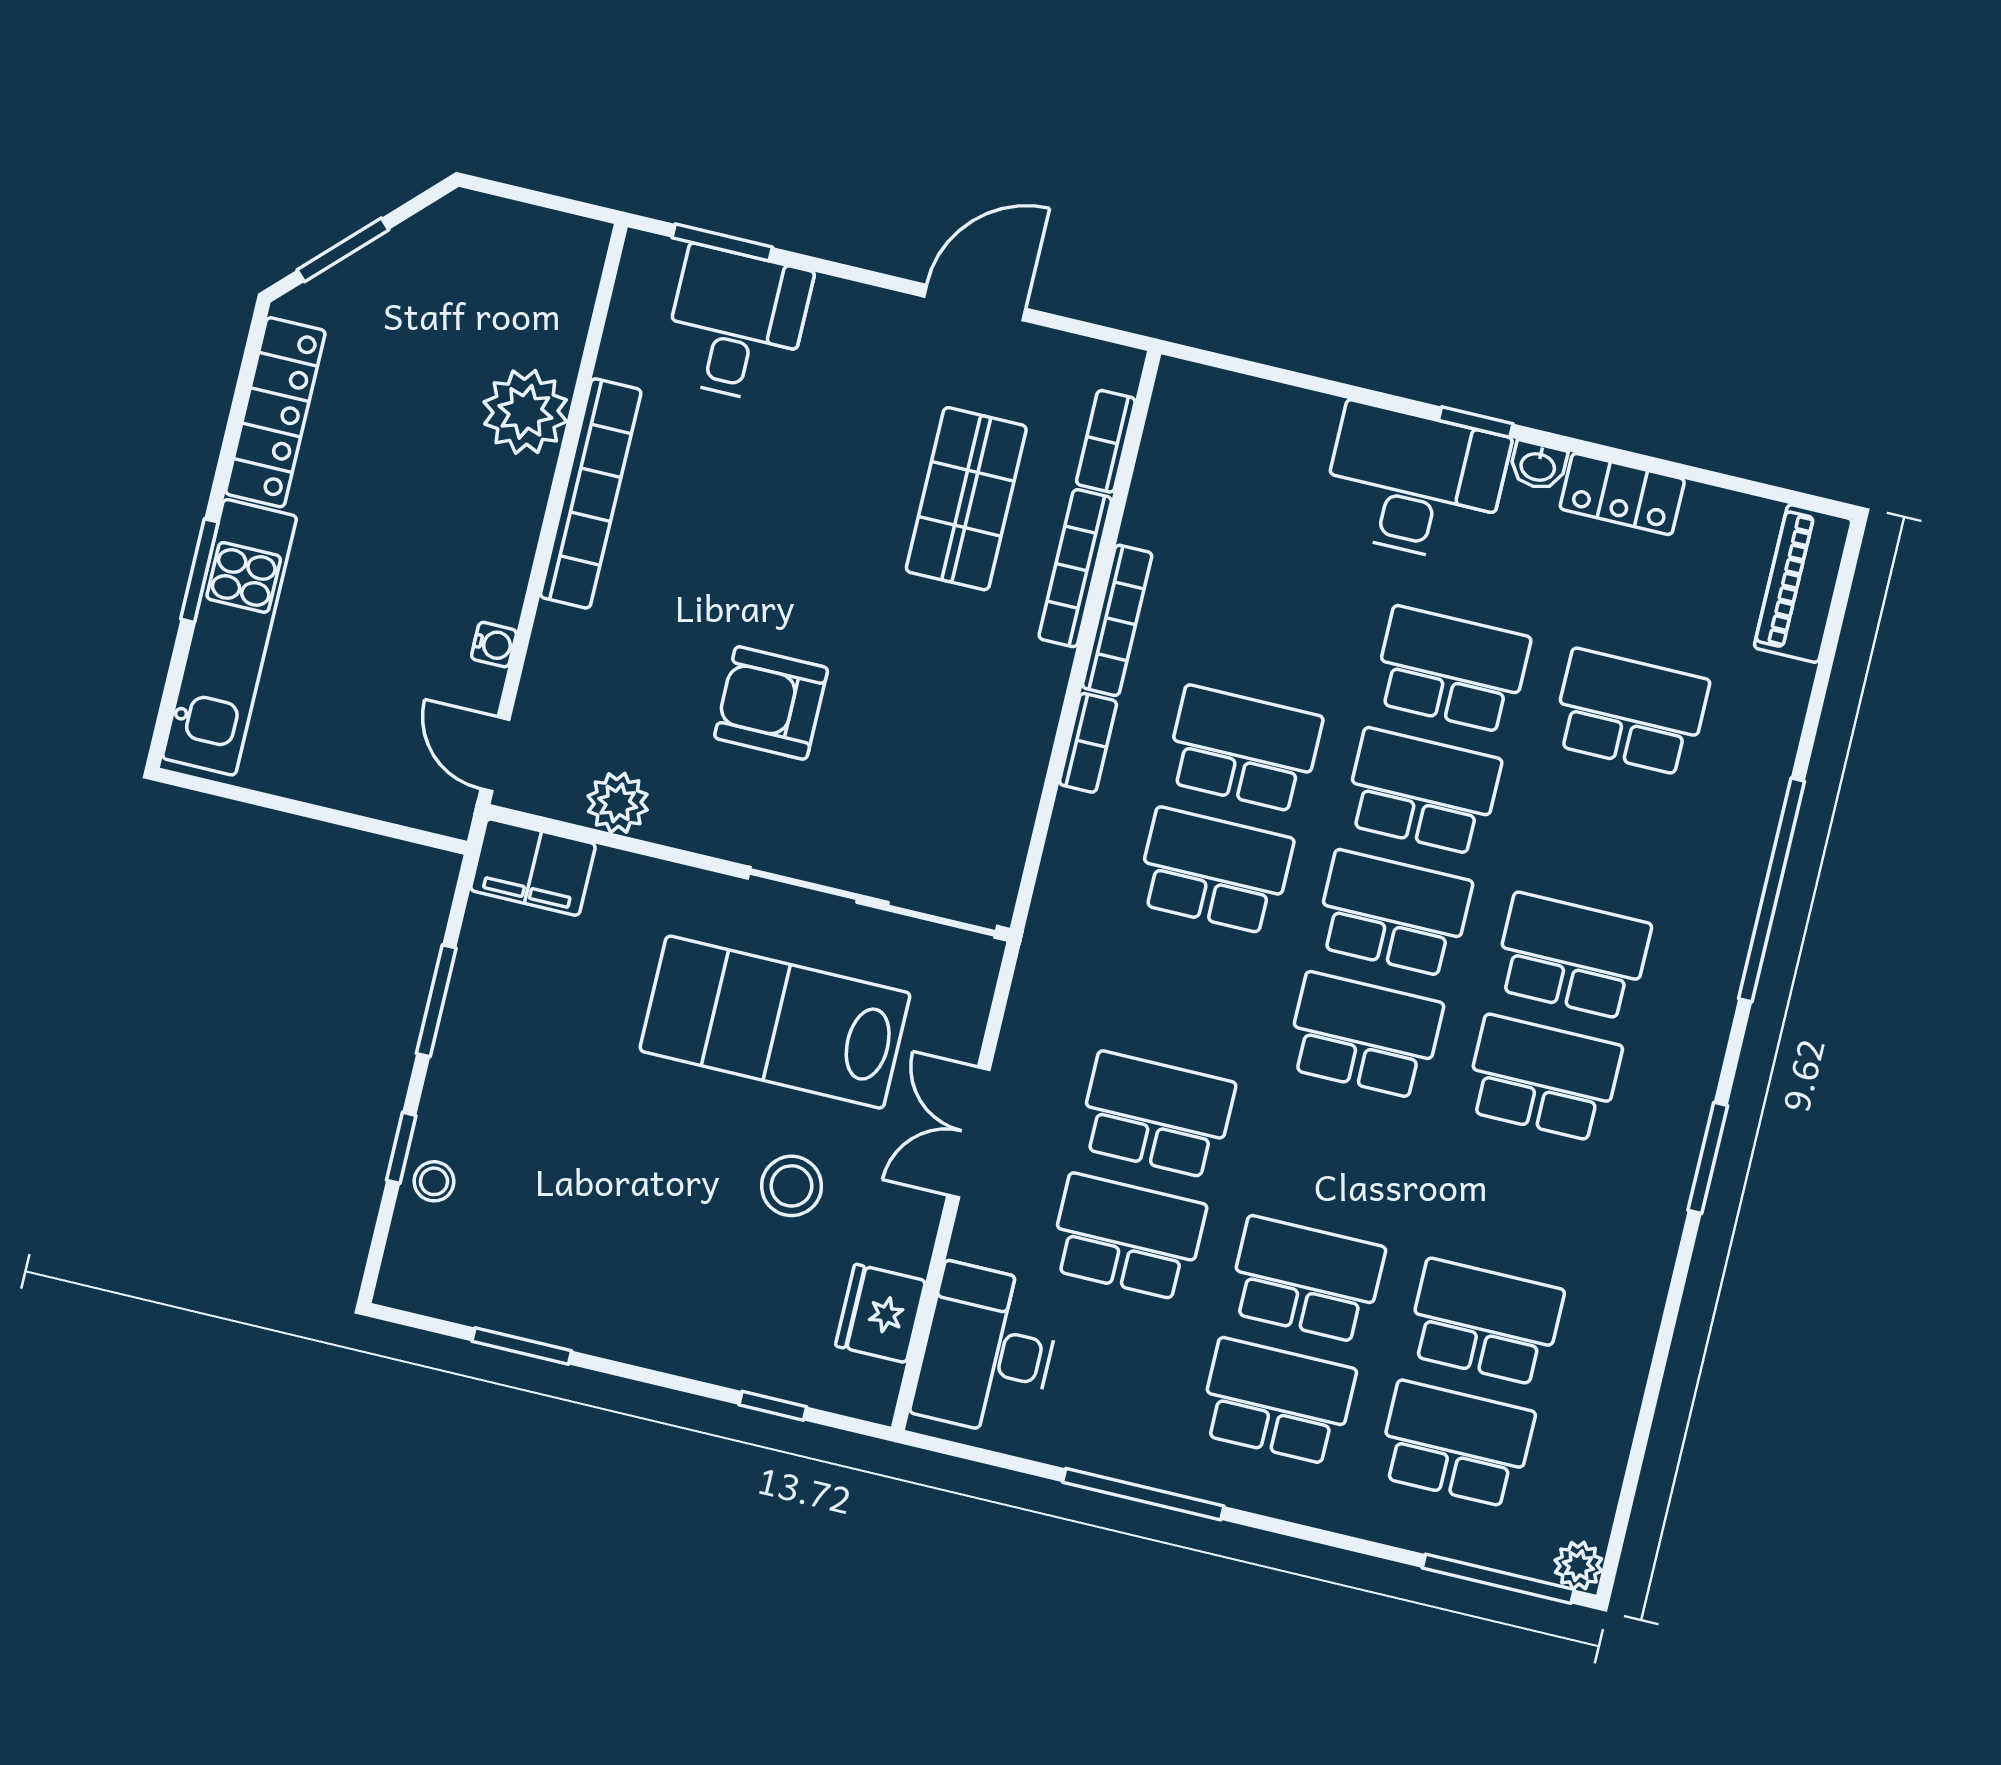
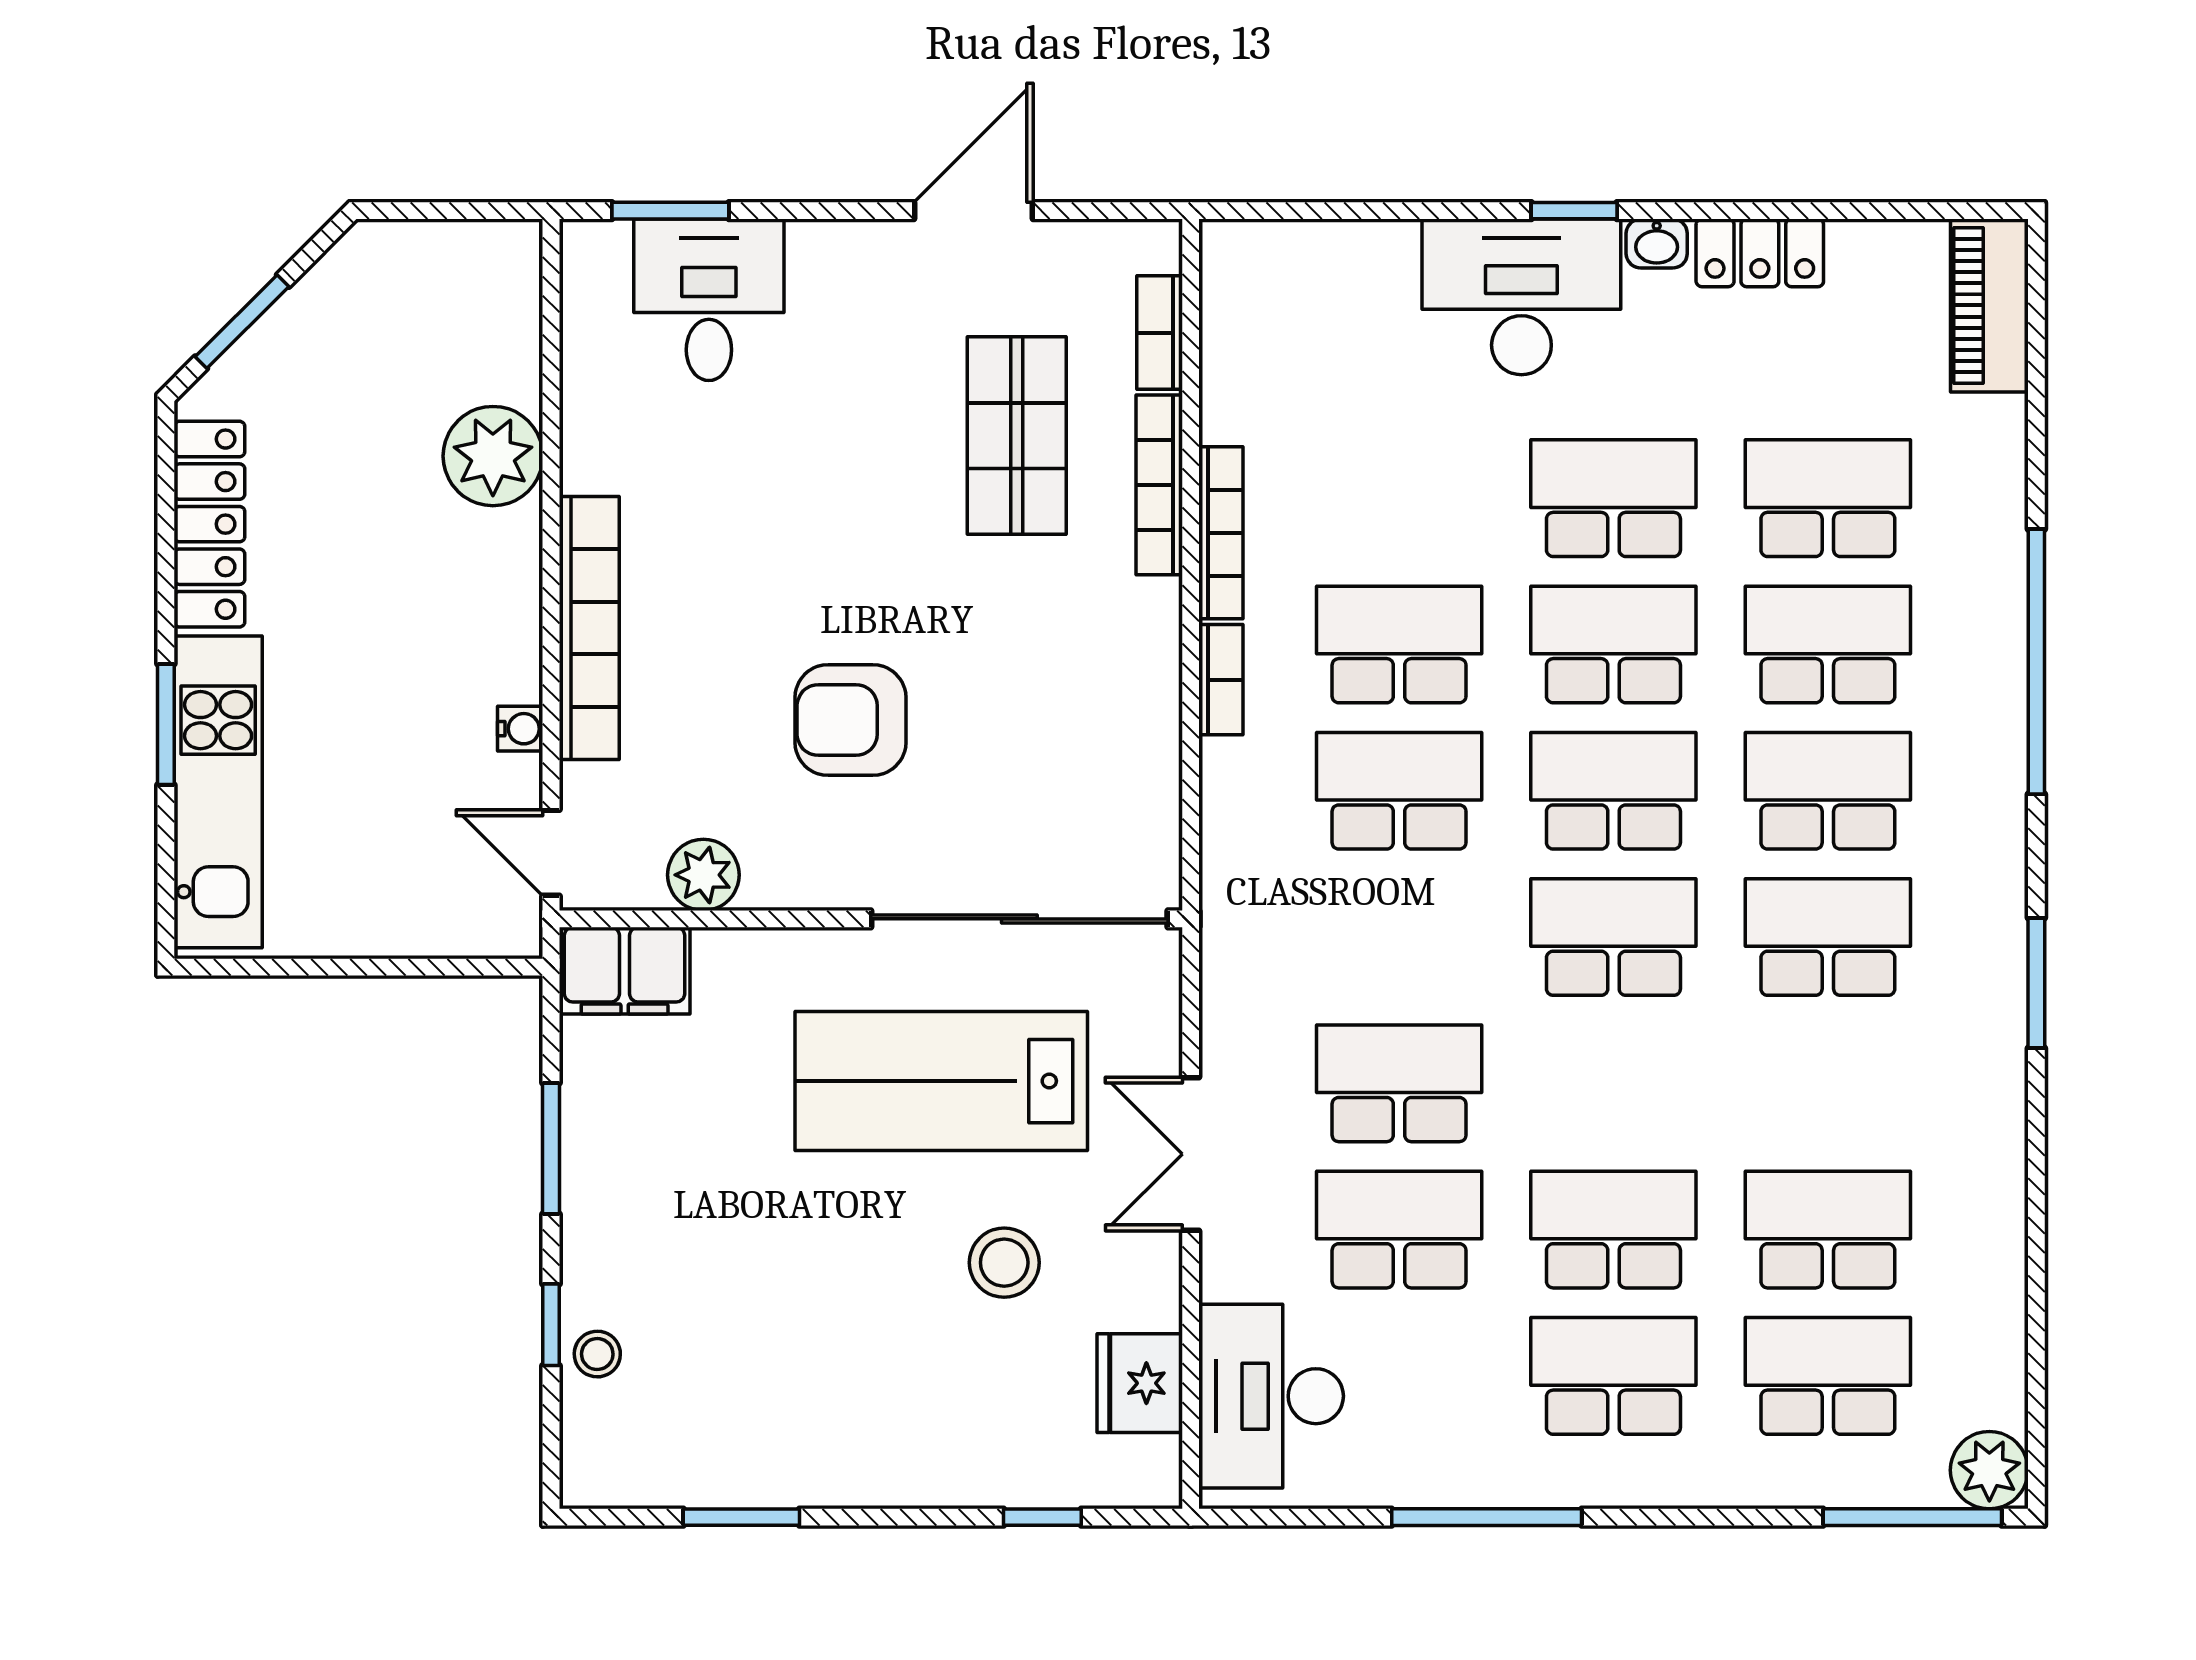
bookcase: (591, 493) -> (589, 628), moved
school desk: (1601, 834) -> (1828, 644), added
plant: (1578, 1566) -> (1989, 1470), width x1.38, depth x1.38

